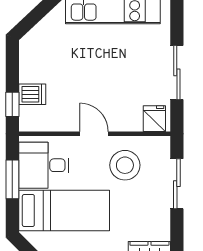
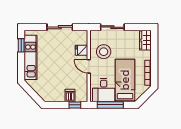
fridge: (154, 119) -> (82, 50), moved
door: (94, 134) -> (89, 66), hinge flipped
window: (12, 179) -> (110, 105), width x1.44

